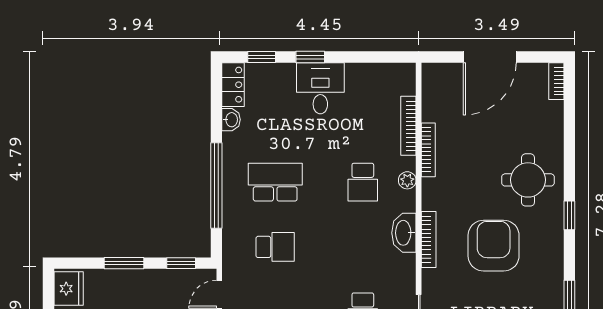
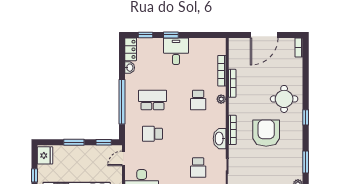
washbasin: (404, 233) -> (220, 139), moved
school desk: (275, 247) -> (153, 134), turned 180

